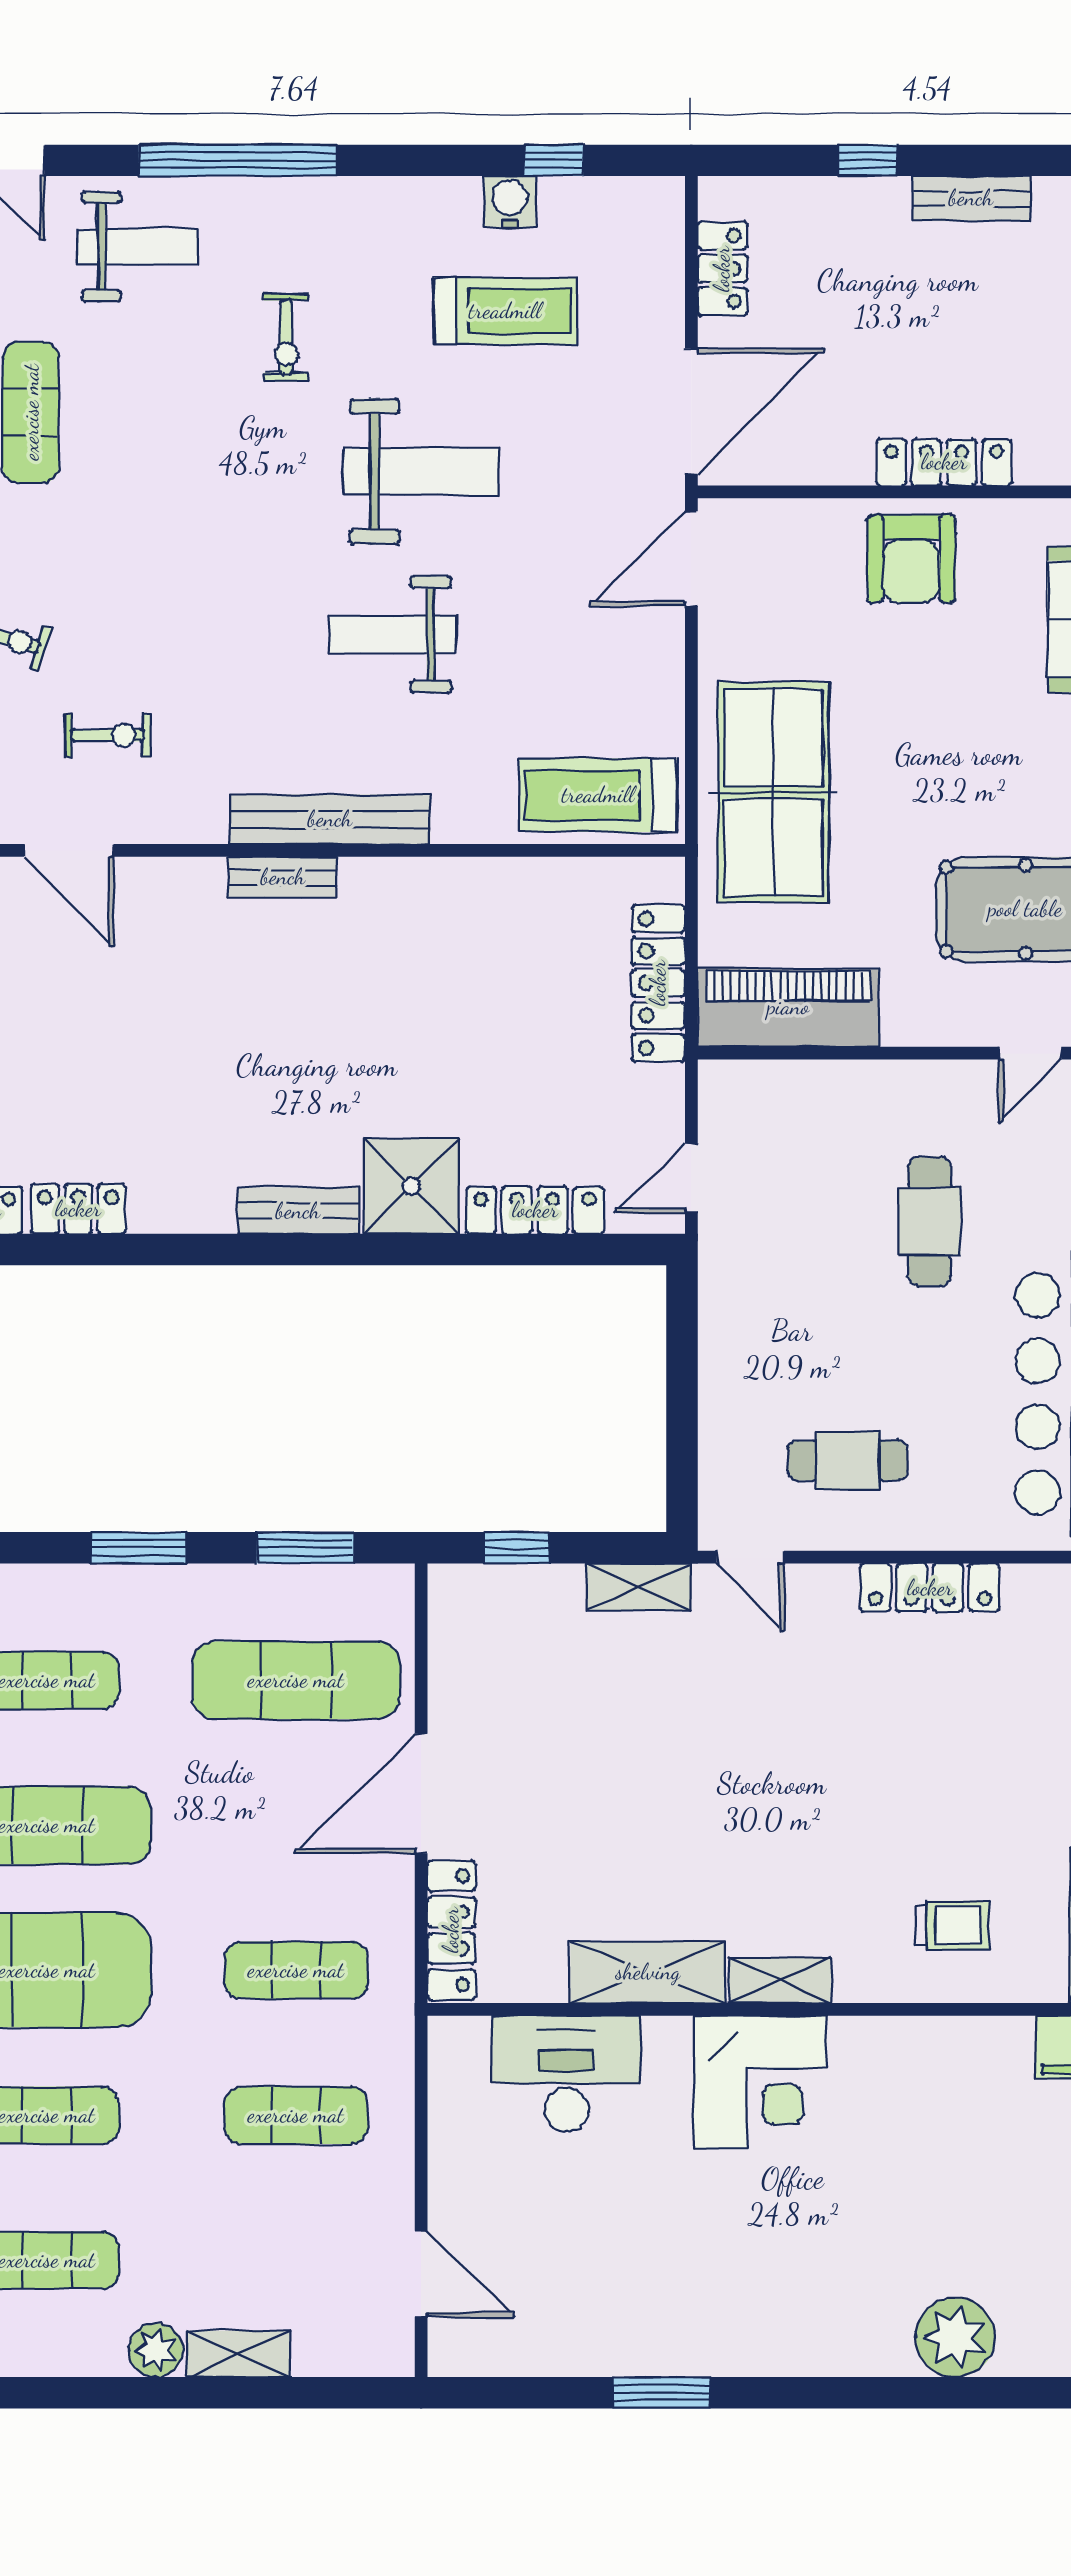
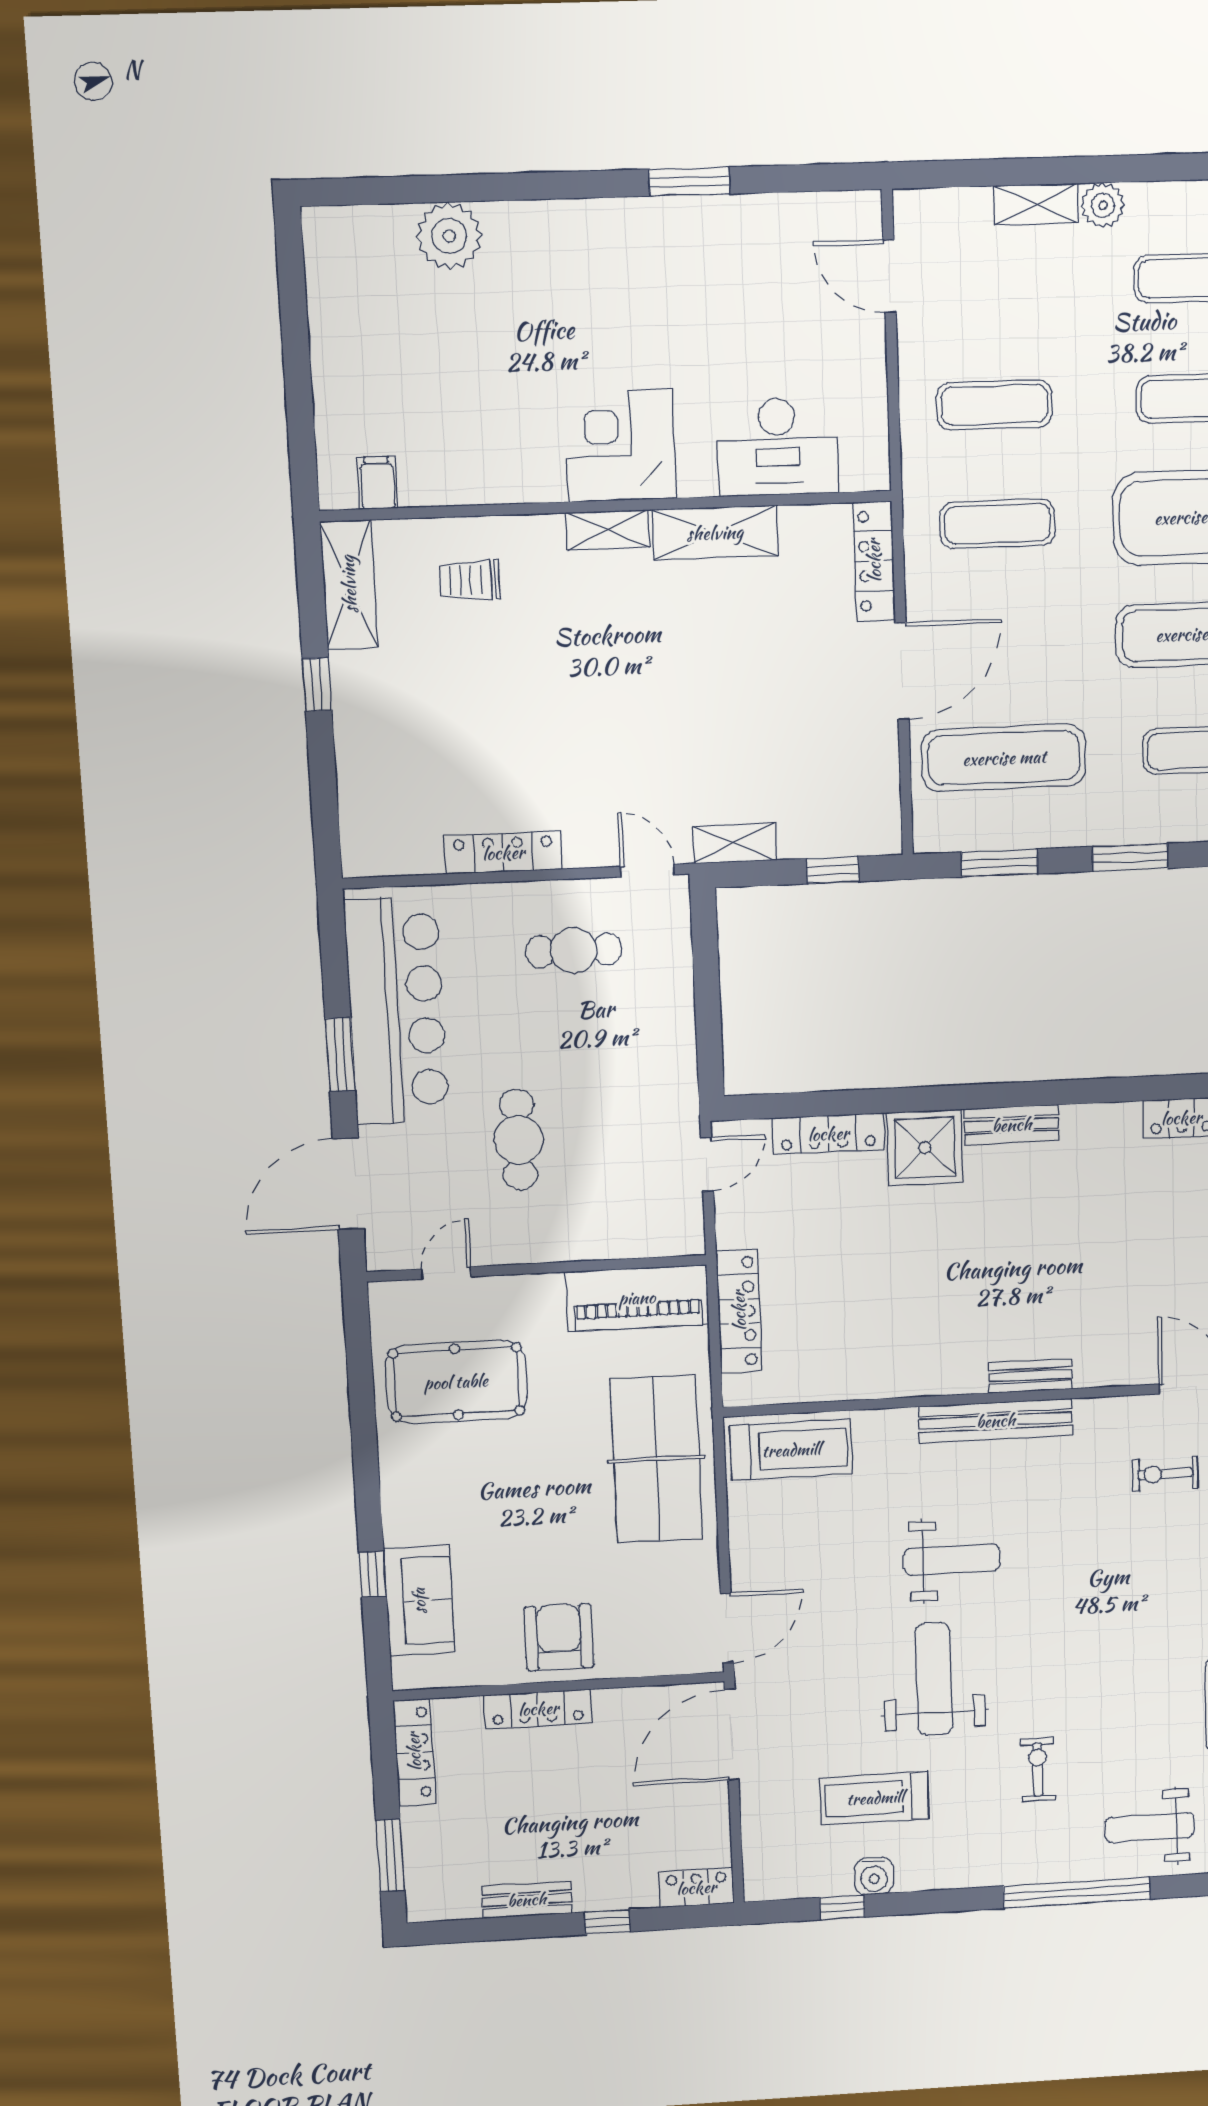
locker: (722, 269) -> (696, 1888), moved, turned 90
weight bench: (421, 472) -> (934, 1679), turned 90

